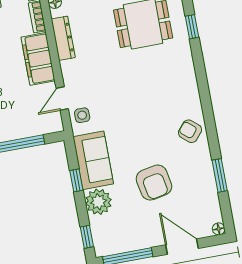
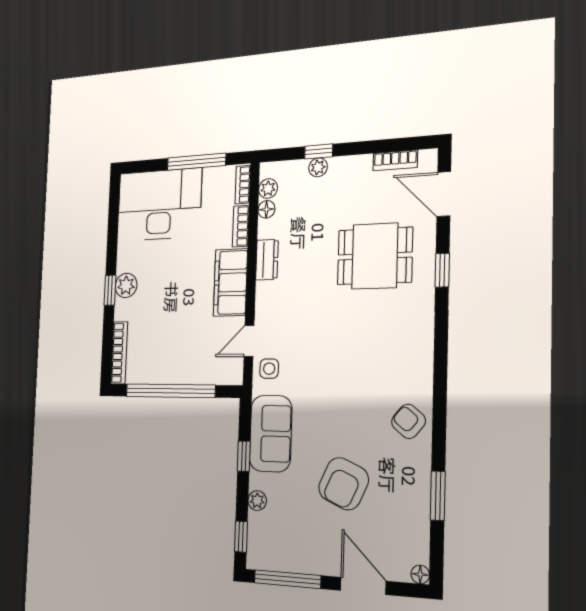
dresser: (63, 38) -> (267, 260), width x0.70
armchair: (154, 183) -> (344, 484), turned 35
plant: (98, 202) -> (257, 501), width x0.53, depth x0.53

